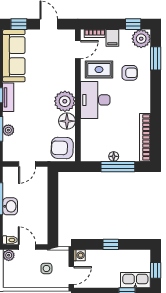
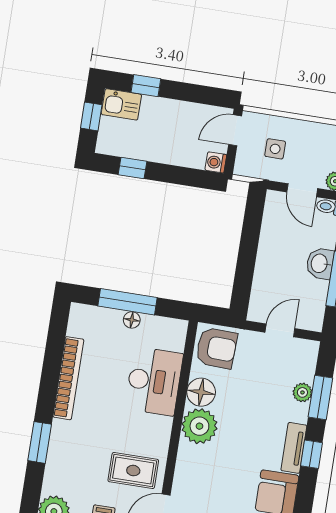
window: (156, 58) -> (40, 442), moved
armchair: (130, 73) -> (83, 457), removed
desk: (95, 100) -> (154, 381), moved
bookcase: (145, 137) -> (68, 378), moved
window: (111, 244) -> (133, 168), moved
kitchen sink: (135, 280) -> (121, 104), width x0.73

